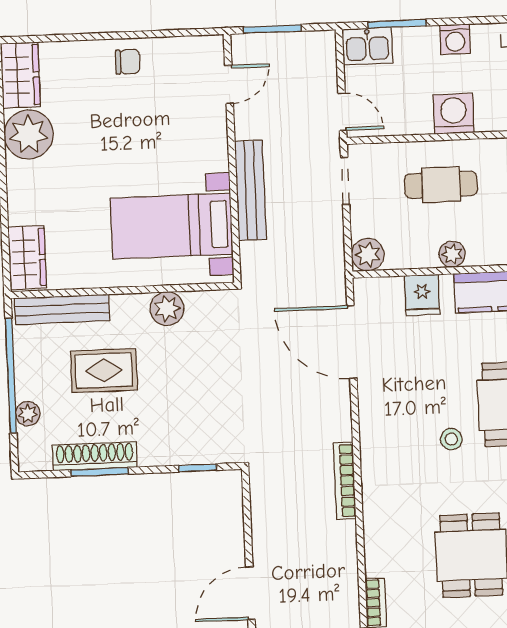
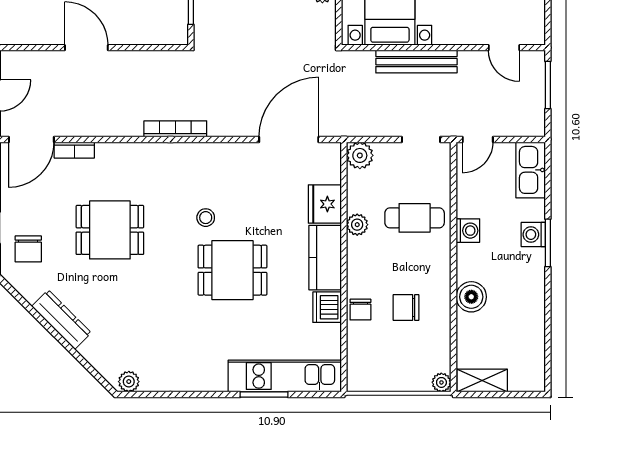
window: (397, 24) -> (548, 243), moved
kitchen sink: (367, 46) -> (531, 170), width x1.38
washing machine: (453, 114) -> (468, 231), width x0.73, depth x0.73
cafe table: (441, 185) -> (415, 218), turned 90
fridge: (422, 295) -> (325, 204), width x1.38

